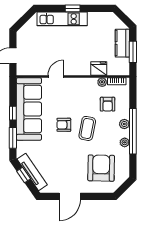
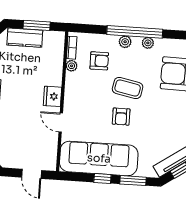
fridge: (99, 68) -> (53, 96), moved

